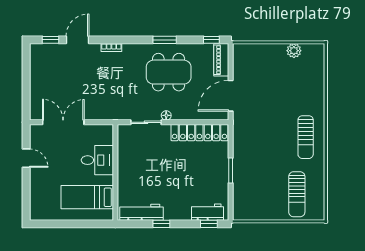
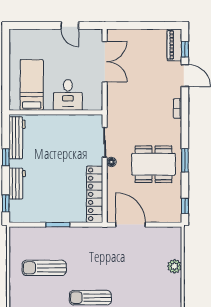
plant: (294, 51) -> (174, 266), moved
piano: (221, 60) -> (174, 45), moved, turned -90
dining table: (169, 72) -> (154, 164), turned 90
door: (26, 158) -> (70, 26), hinge flipped
sun lounger: (297, 194) -> (44, 268), moved
workbench: (207, 212) -> (17, 184), moved

